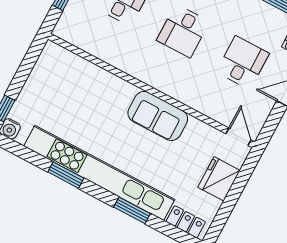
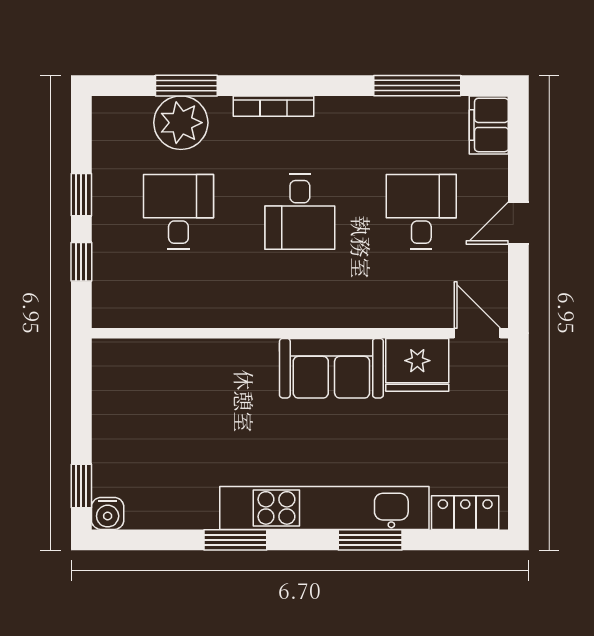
kitchen unit: (99, 173) -> (324, 508), width x0.73
fridge: (219, 179) -> (417, 365), moved, turned -90

